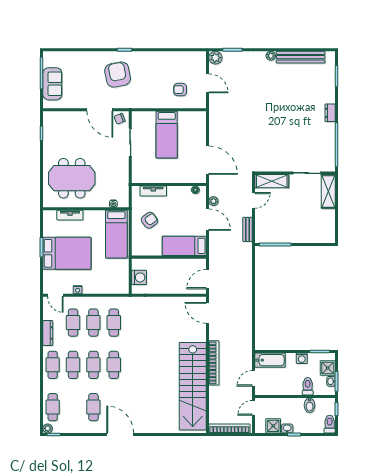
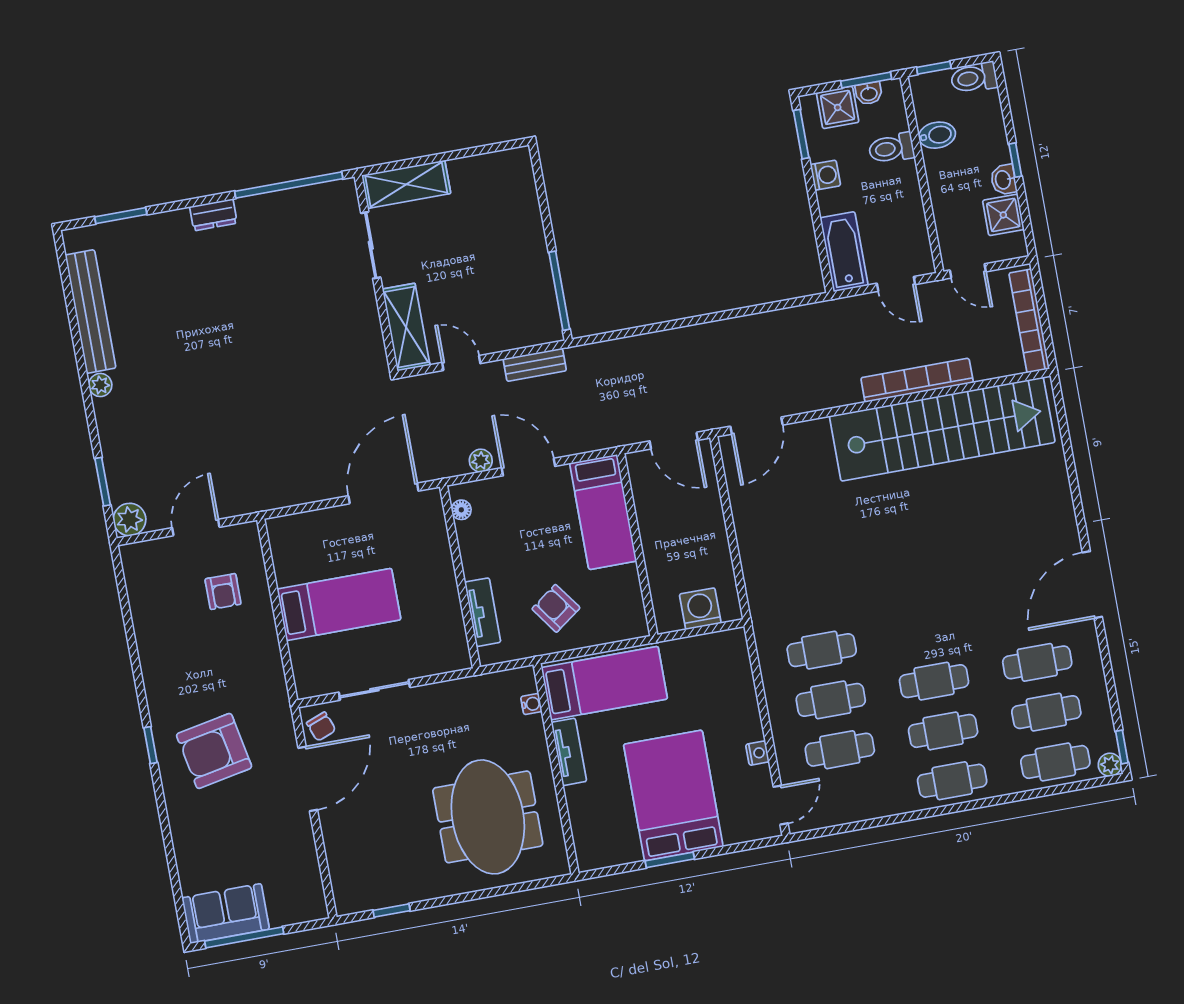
sofa: (52, 84) -> (226, 913), moved
tv unit: (70, 215) -> (569, 752), moved
door: (207, 220) -> (528, 467), hinge flipped
dresser: (48, 333) -> (876, 807), removed
bookcase: (214, 363) -> (917, 380), moved
cafe table: (114, 365) -> (1046, 712), moved

